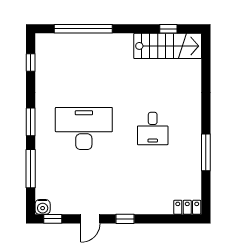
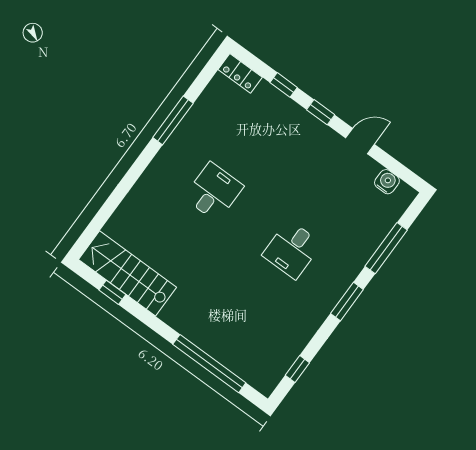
desk: (84, 128) -> (292, 249), width x0.53, depth x0.77
water cooler: (43, 207) -> (387, 182), moved
window: (53, 219) -> (284, 85), moved

